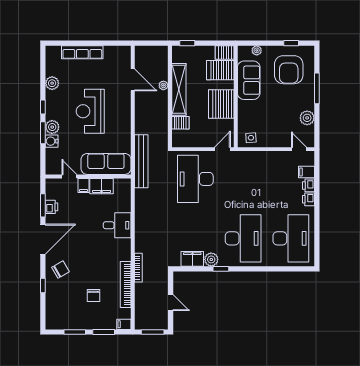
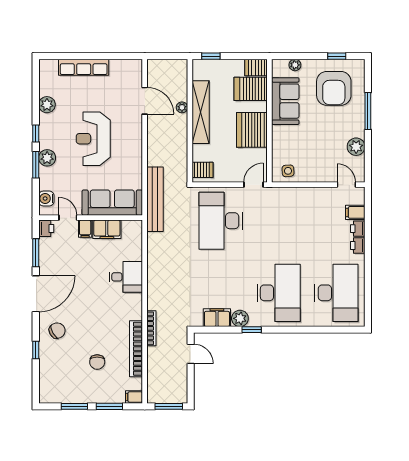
server rack: (180, 123) -> (202, 170), moved
water cooler: (52, 141) -> (46, 198), moved
printer: (51, 207) -> (46, 228), moved
door: (171, 303) -> (191, 354), moved

